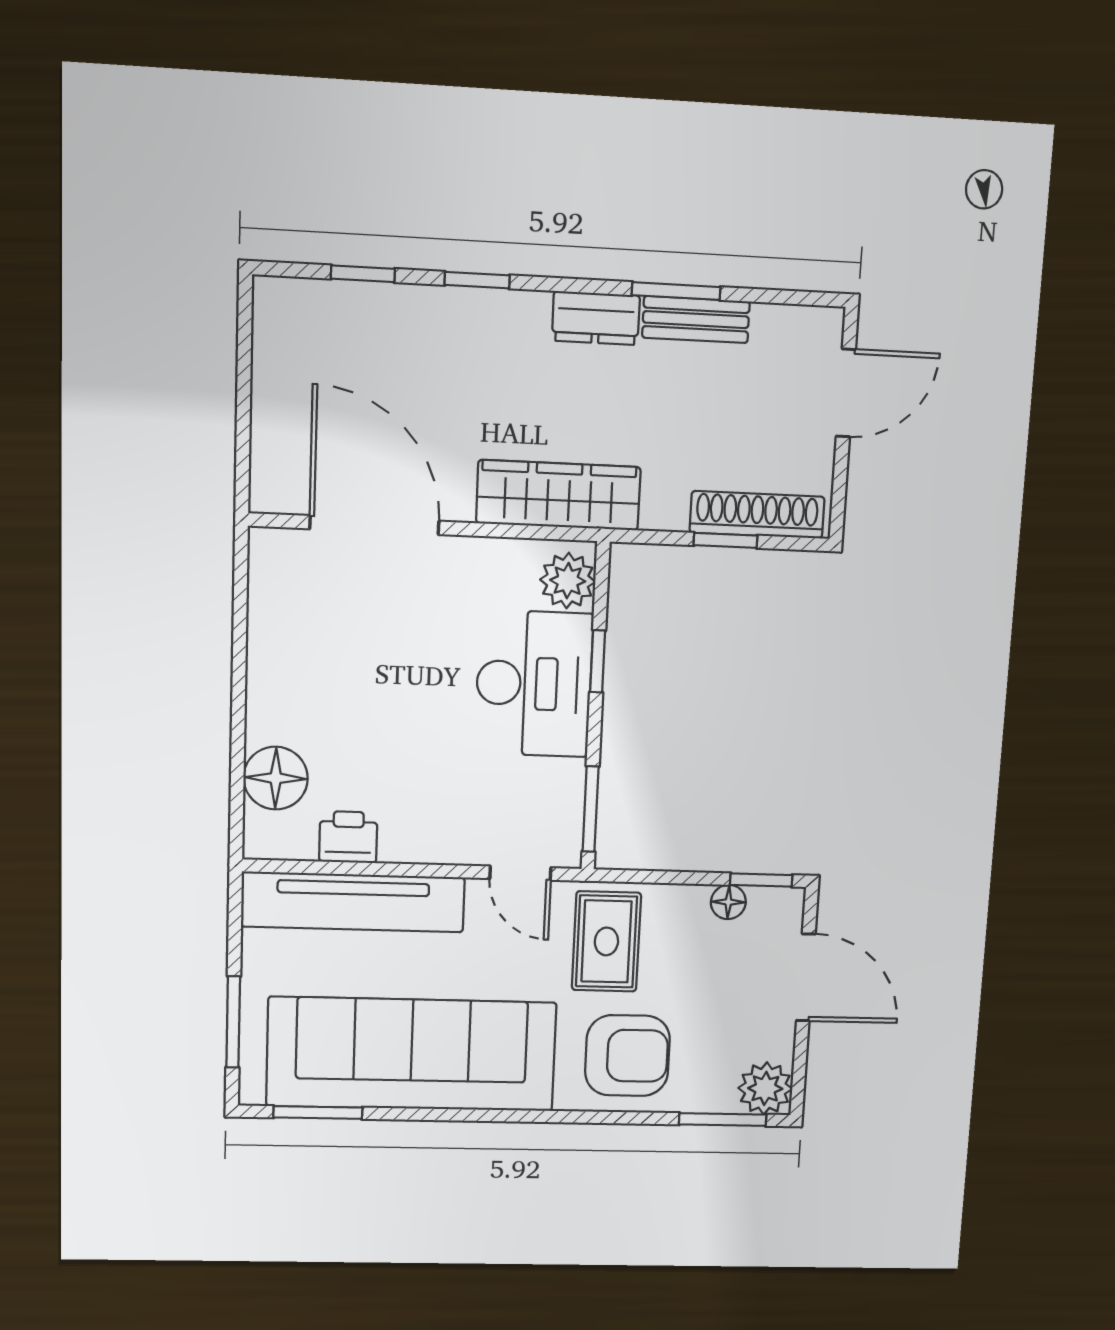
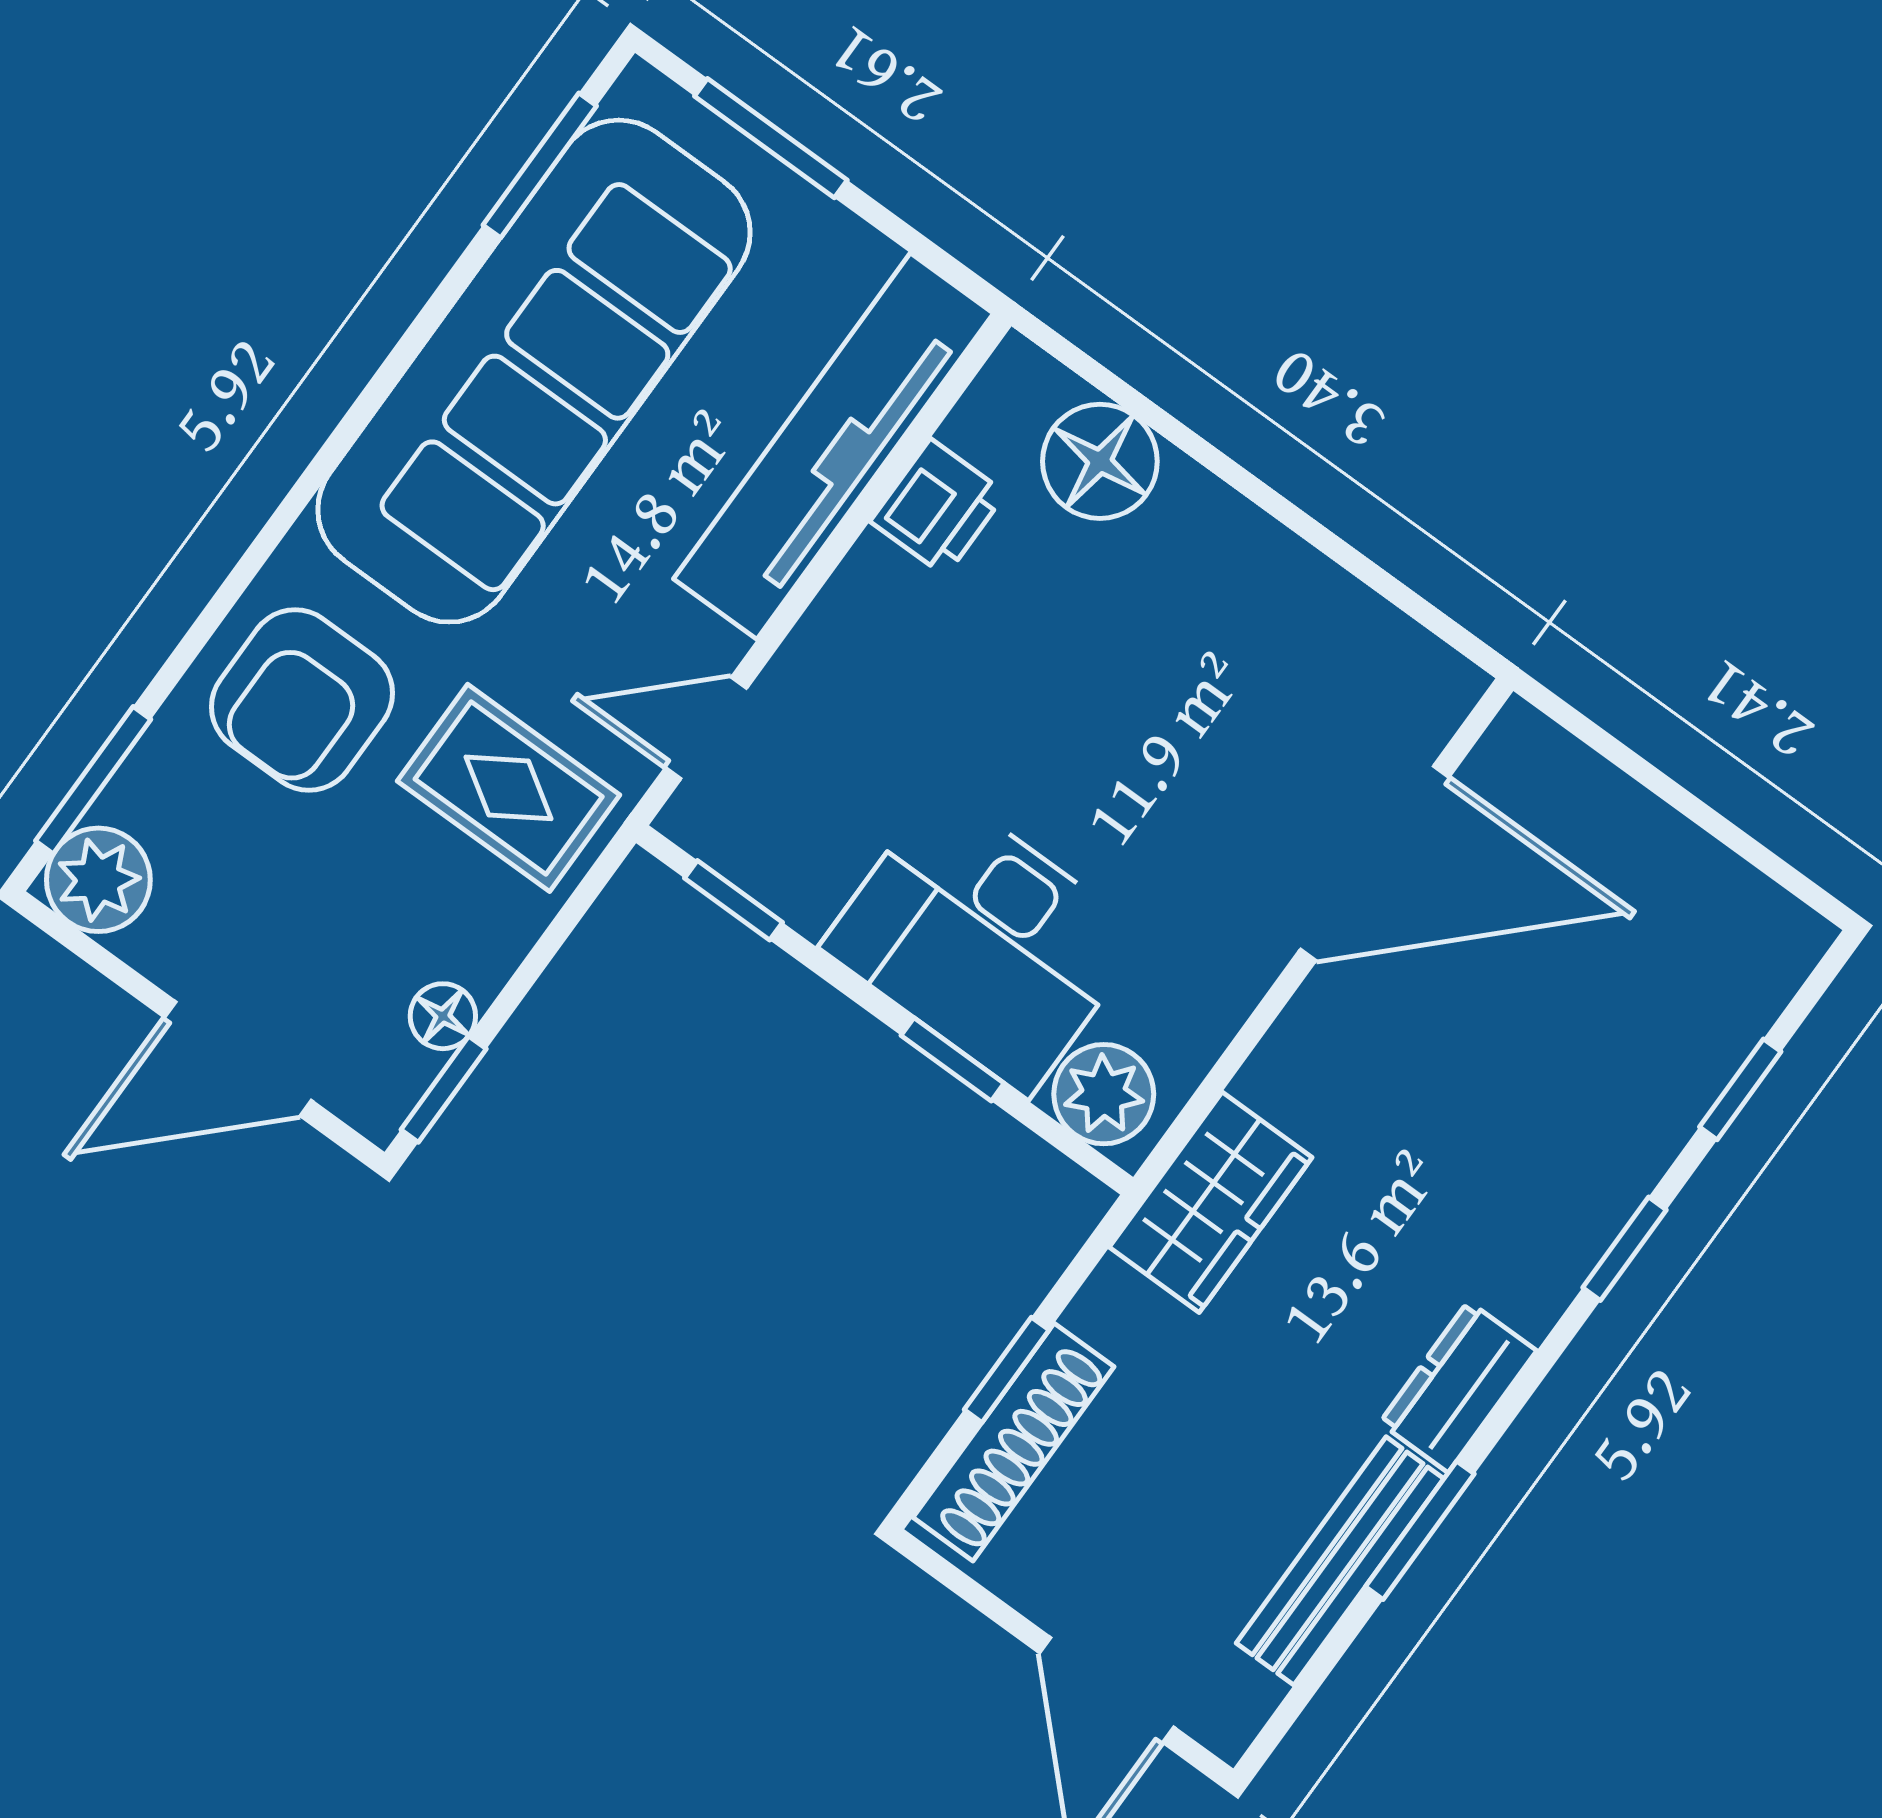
bench: (696, 320) -> (1340, 1561), width x1.36
wardrobe: (558, 495) -> (1211, 1202), width x0.67
window: (591, 809) -> (734, 900), width x0.67

